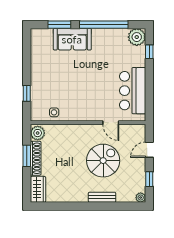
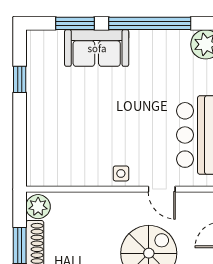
window: (27, 93) -> (20, 79), moved
side table: (54, 112) -> (121, 173), moved

